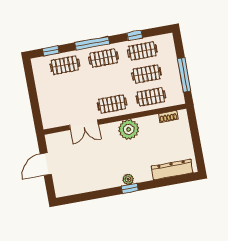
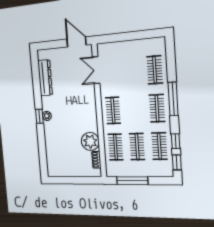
window: (51, 51) -> (177, 162), moved
double door: (84, 125) -> (96, 70), moved
plant: (129, 129) -> (90, 141), moved
door: (46, 164) -> (76, 42), moved
dresser: (172, 169) -> (45, 78), moved

